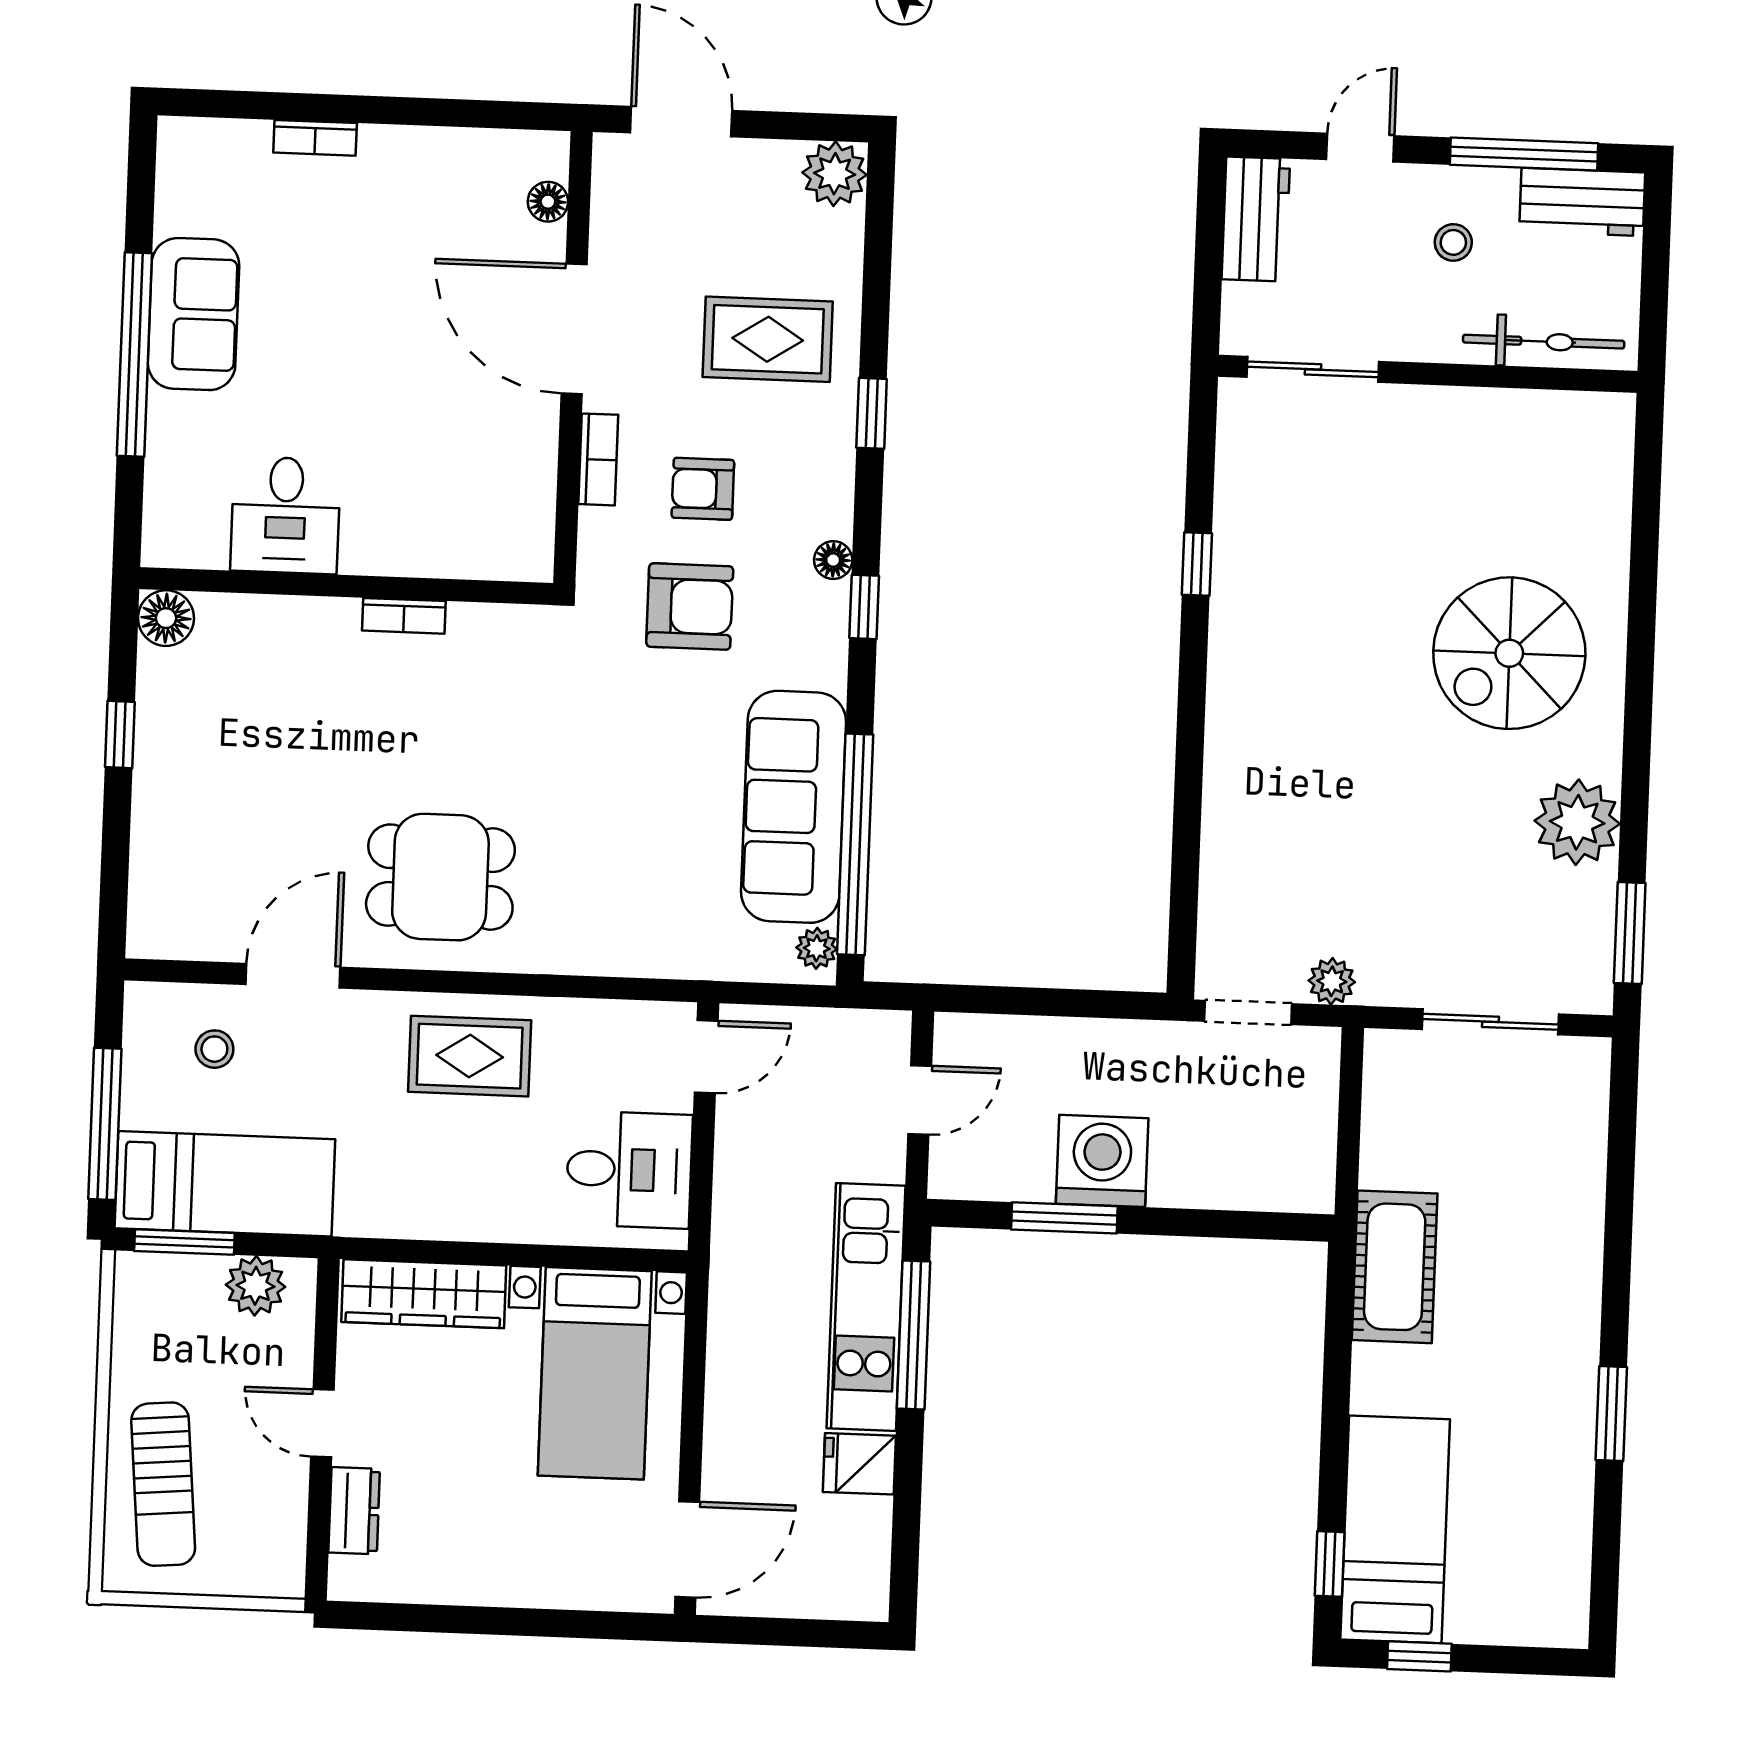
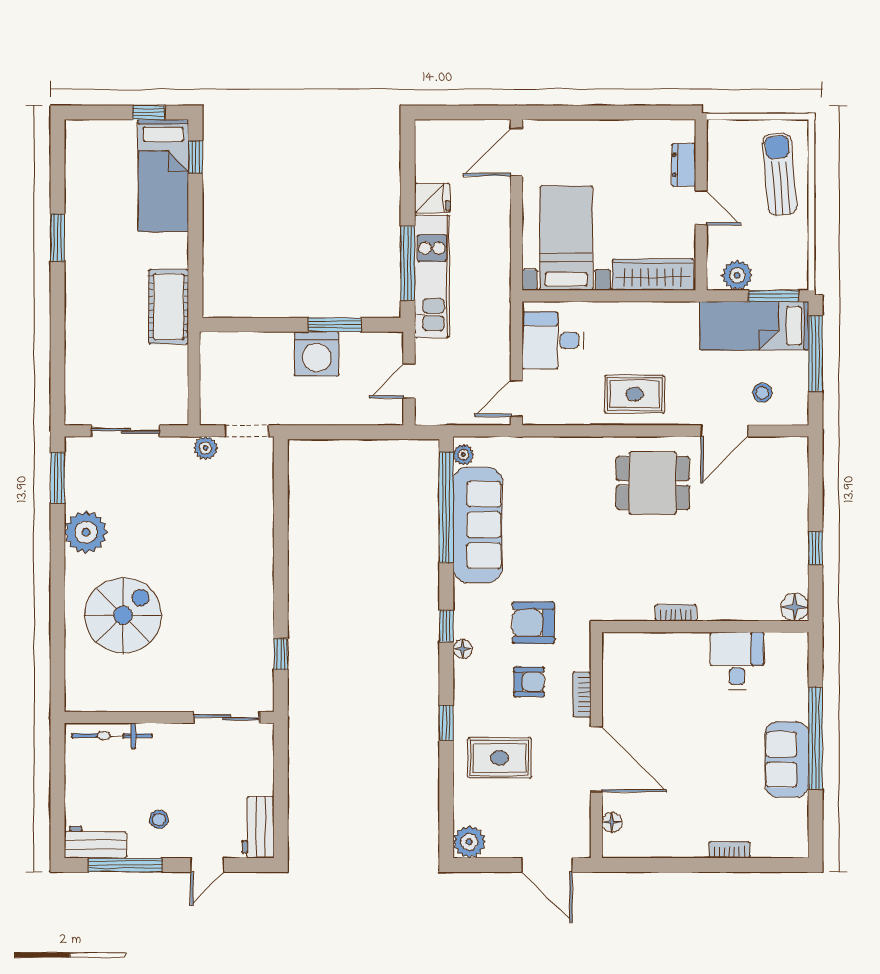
bicycle: (1544, 342) -> (112, 736), moved
sliding door: (1313, 369) -> (227, 717), moved
wall: (1428, 374) -> (169, 717), moved

